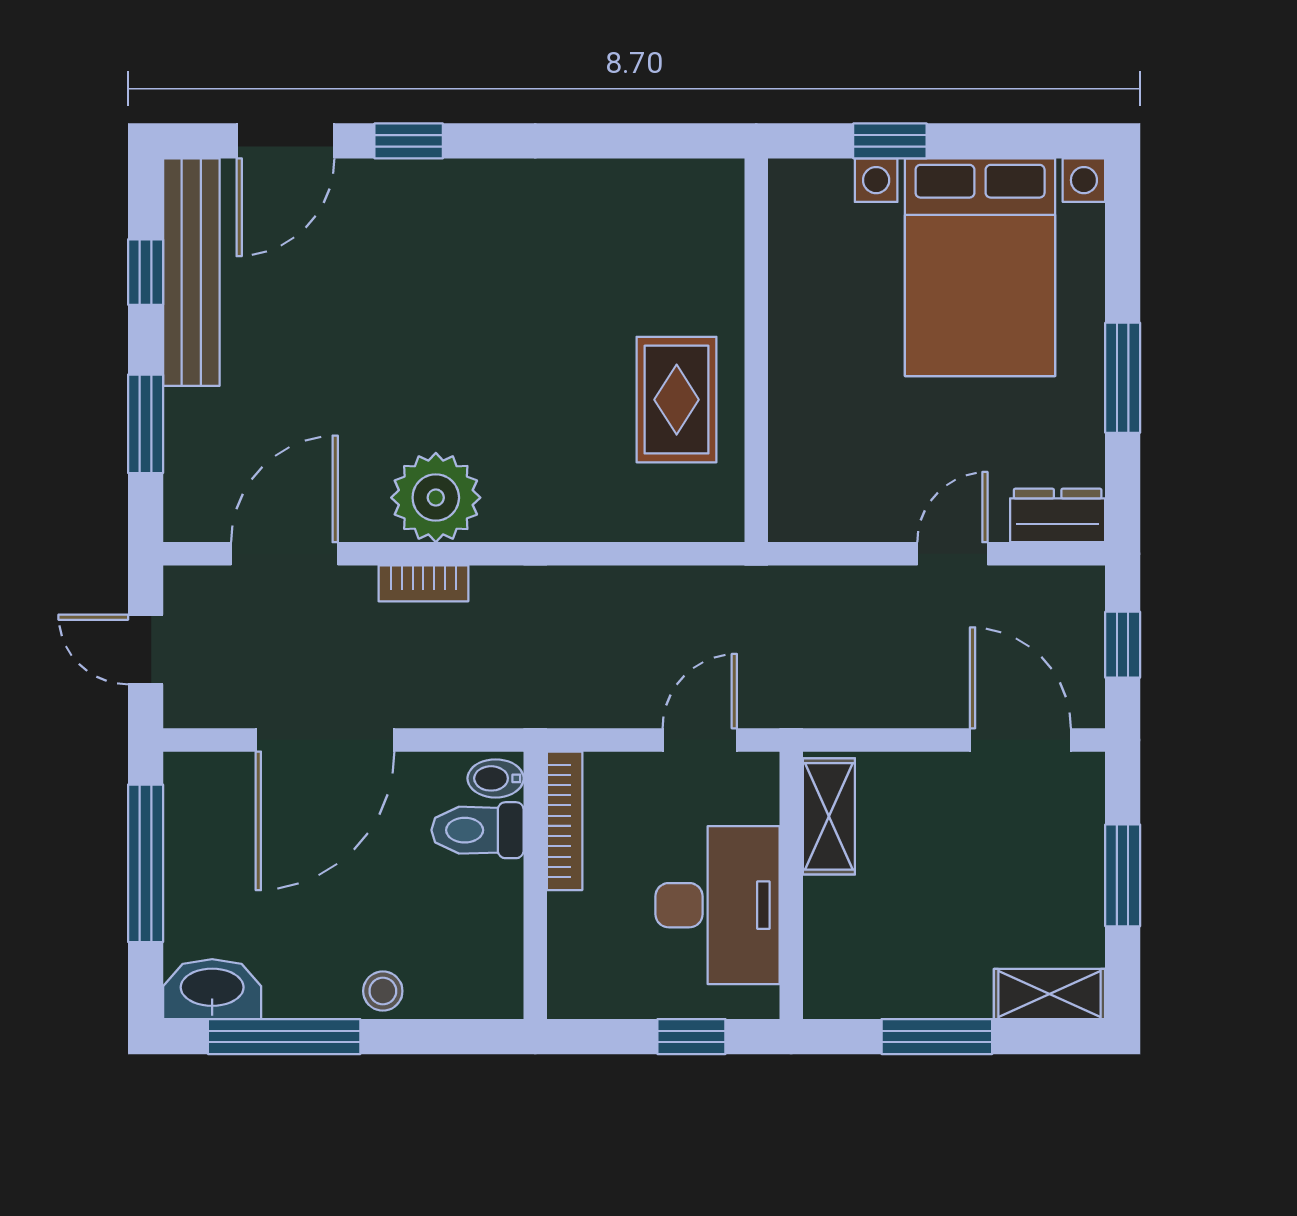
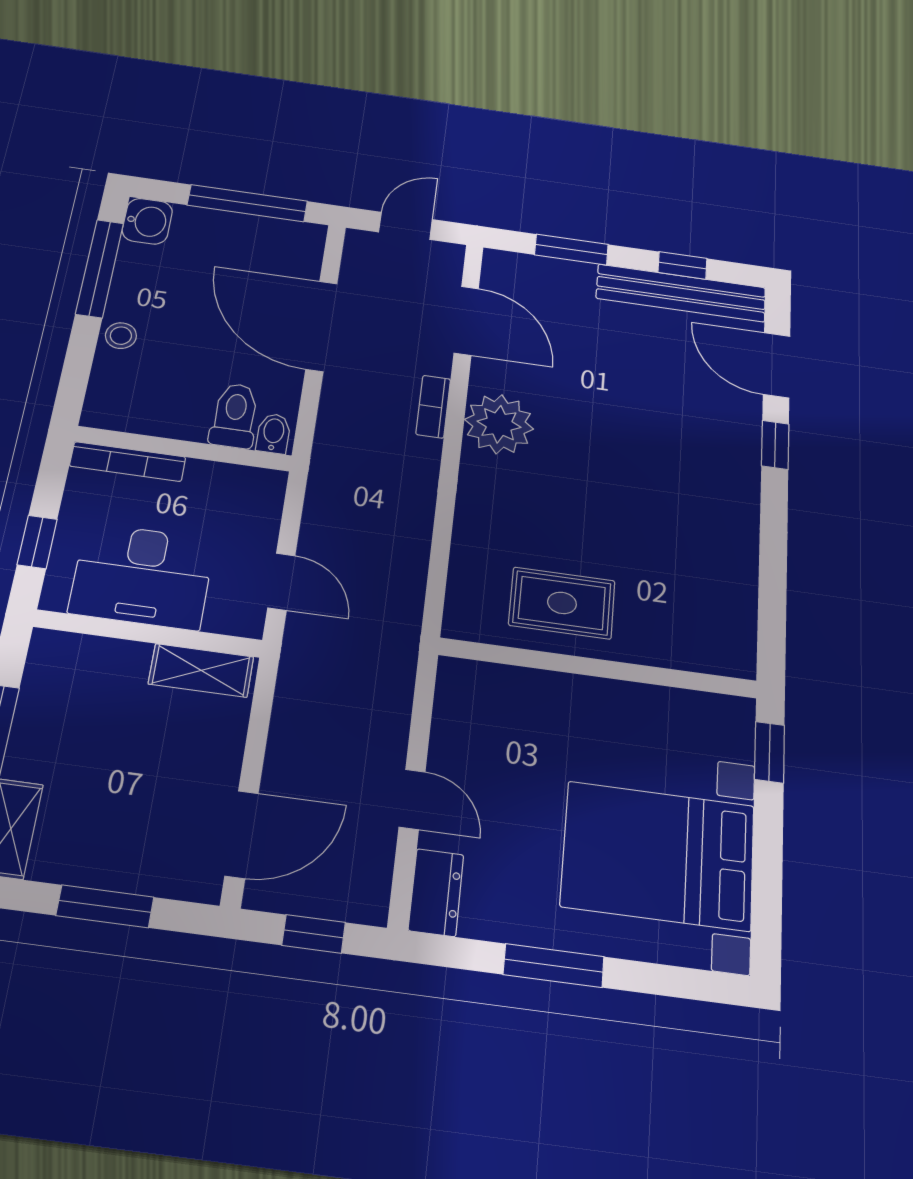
window: (890, 141) -> (769, 752), moved
bookcase: (565, 821) -> (128, 462), moved
washbasin: (212, 989) -> (147, 221), width x0.72

